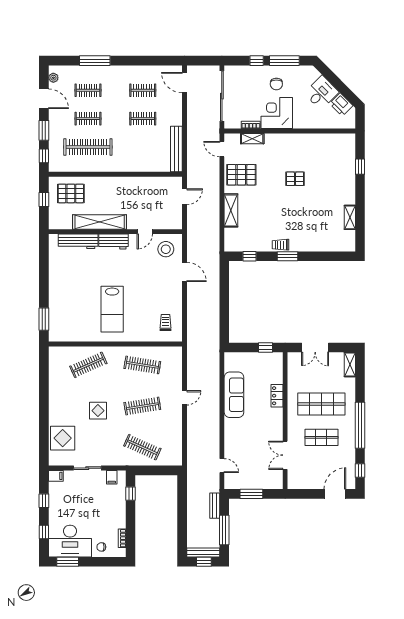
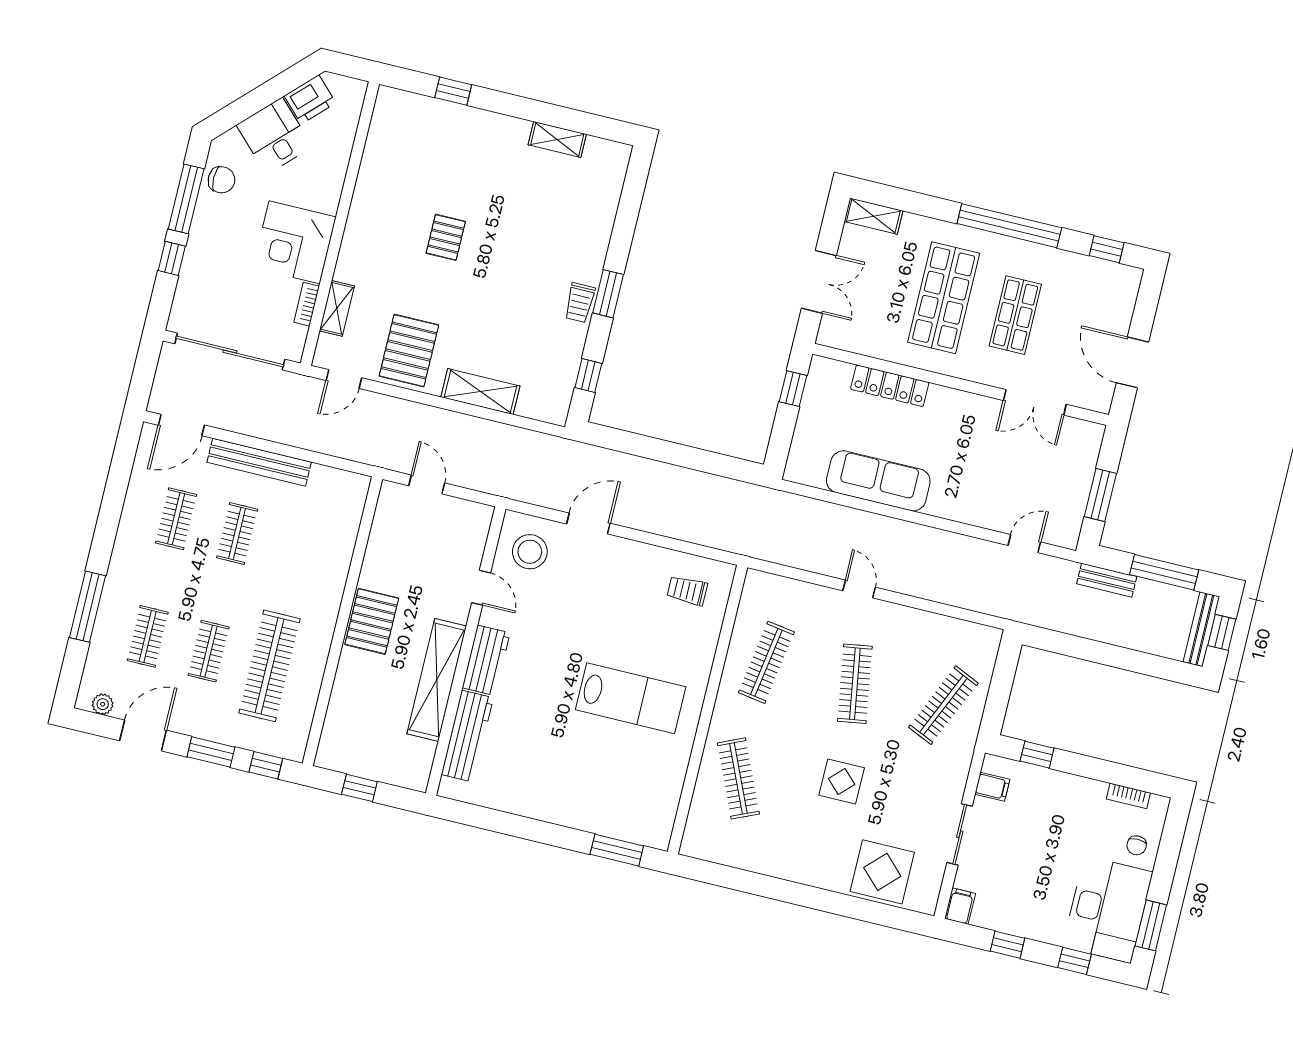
chair: (276, 84) -> (222, 180), moved
bench: (176, 149) -> (259, 462), moved
pallet: (71, 193) -> (372, 621), moved
locker: (277, 396) -> (890, 386), width x1.53
door: (335, 494) -> (1132, 362), moved

